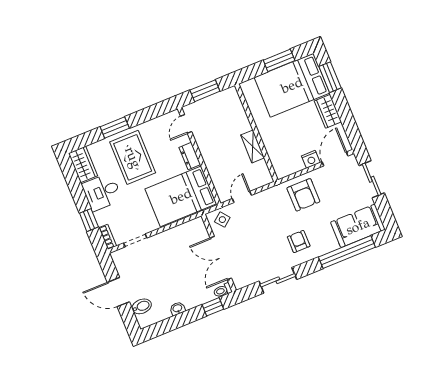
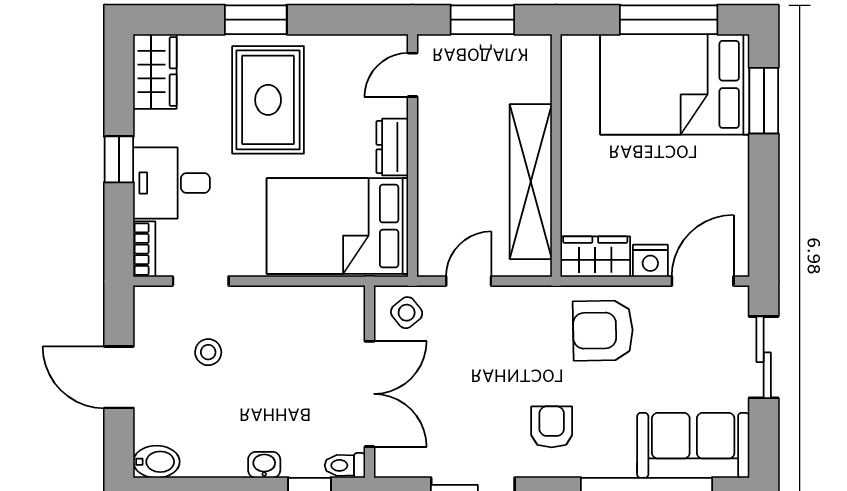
window: (279, 60) -> (669, 20), width x1.44
wardrobe: (328, 111) -> (595, 257), moved, turned 90
shelving: (253, 146) -> (531, 182), width x2.20, depth x1.33
desk: (102, 192) -> (172, 183), moved
armchair: (303, 195) -> (603, 331), turned 89
window: (89, 220) -> (119, 159), moved
double door: (221, 258) -> (369, 394), swing flipped
stool: (150, 268) -> (208, 352), added
bidet: (142, 306) -> (156, 462), moved
washbasin: (177, 309) -> (264, 465), moved

